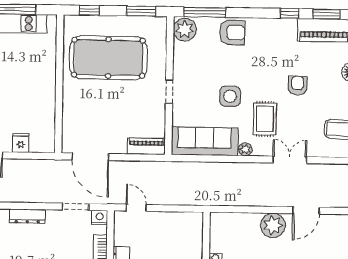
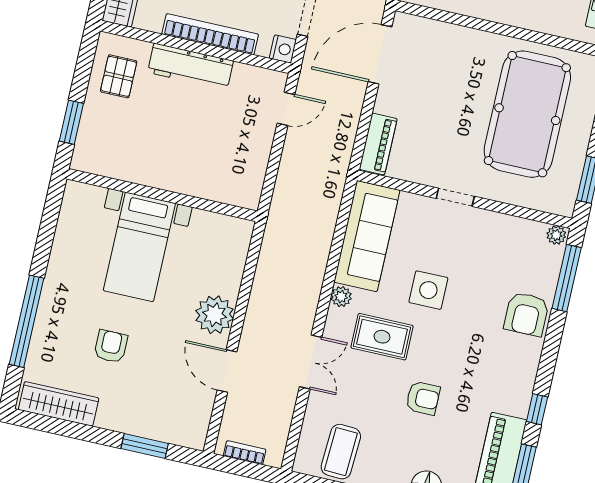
plant: (185, 30) -> (556, 235), width x0.53, depth x0.53

